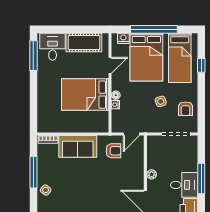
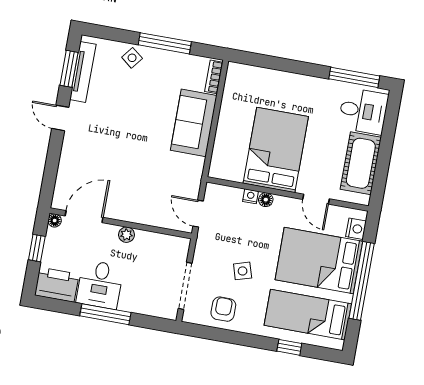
armchair: (186, 109) -> (223, 309), turned 90
armchair: (114, 151) -> (176, 180), removed

